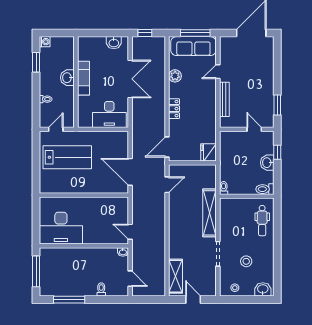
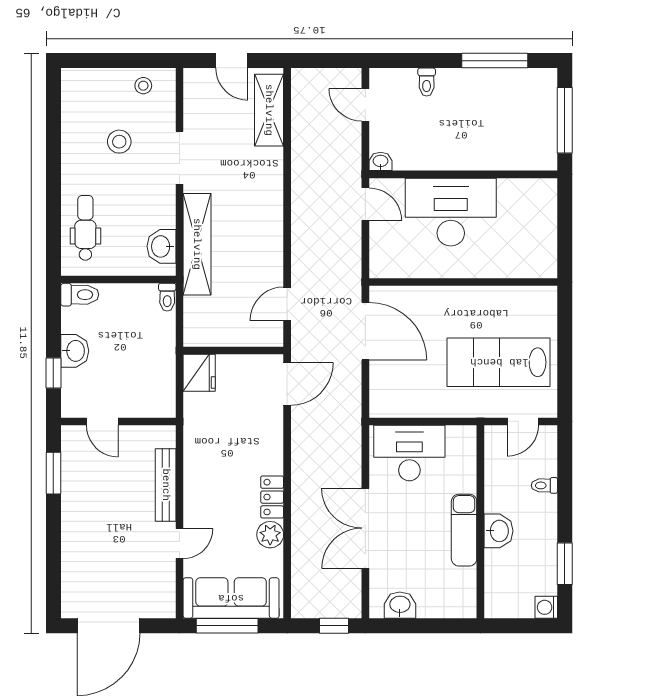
locker: (174, 109) -> (272, 497), moved
desk: (61, 228) -> (451, 212), moved
washbasin: (263, 289) -> (161, 246), moved, turned 90

